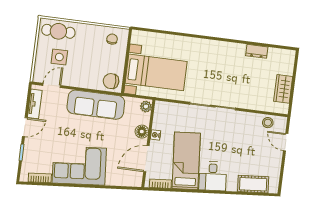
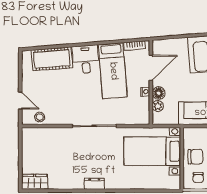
dresser: (257, 51) -> (94, 184), moved
chair: (111, 81) -> (195, 157), moved
wardrobe: (283, 89) -> (35, 182), moved, turned -90
plant: (146, 107) -> (158, 106), moved
cot: (253, 184) -> (52, 59), width x1.37, depth x1.34

